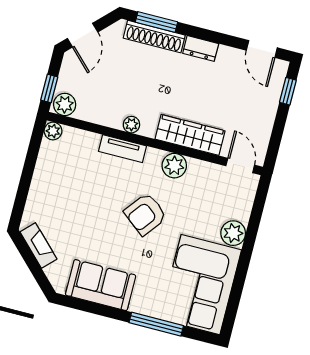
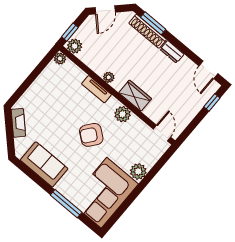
wardrobe: (190, 135) -> (135, 96), width x0.67

